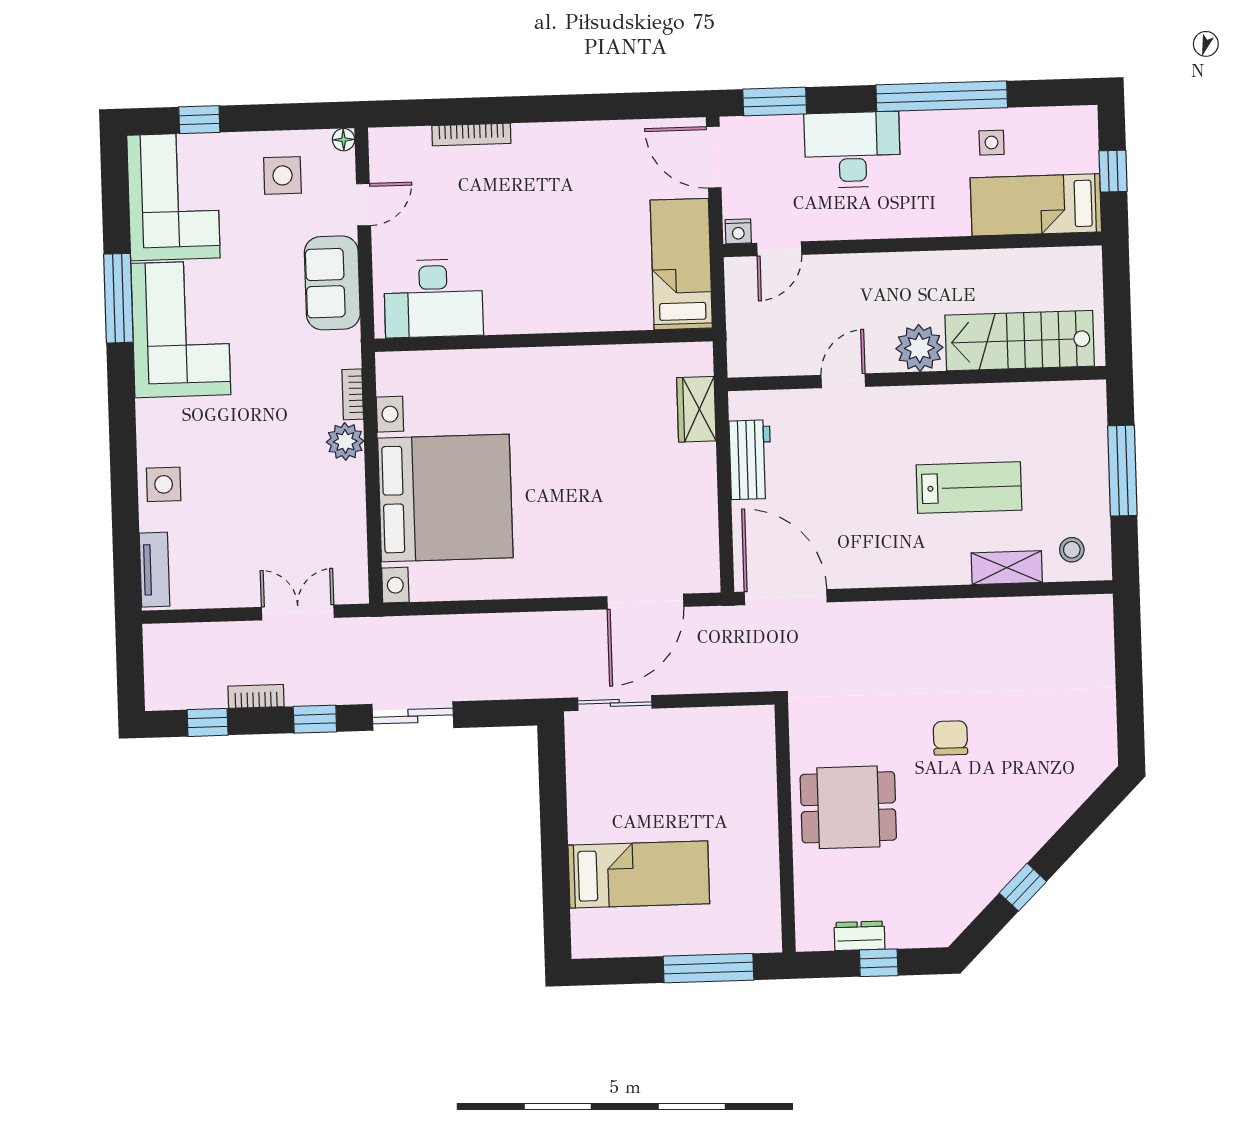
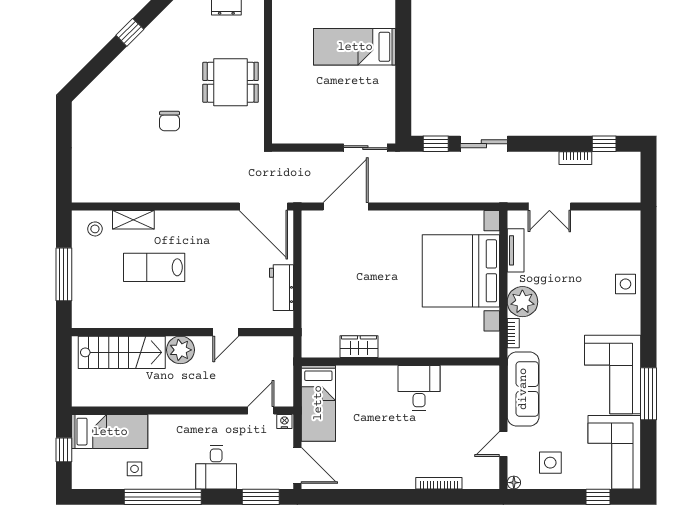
desk: (852, 150) -> (216, 467), width x0.73
sofa: (332, 283) -> (523, 389), width x1.36
desk: (433, 298) -> (419, 388), moved, width x0.73
wardrobe: (696, 409) -> (359, 347), moved, turned -90
plant: (345, 441) -> (522, 302), width x1.36, depth x1.36
tv unit: (155, 570) -> (516, 250), moved, turned 180
window: (315, 719) -> (436, 144), moved

